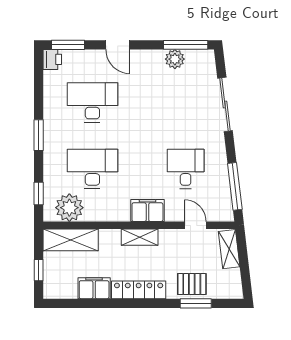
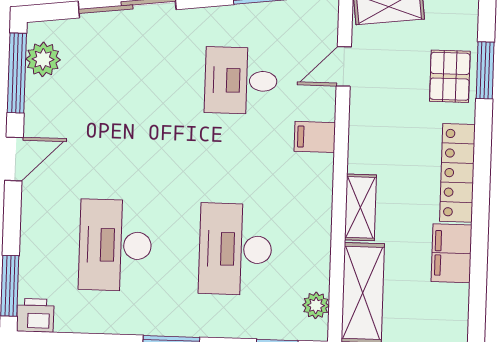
door: (118, 45) -> (14, 159), moved
plant: (175, 59) -> (43, 59), moved
plant: (69, 208) -> (316, 305), width x0.53, depth x0.53
filing cabinet: (147, 211) -> (315, 137), width x0.50
shelving: (140, 237) -> (360, 207), moved

